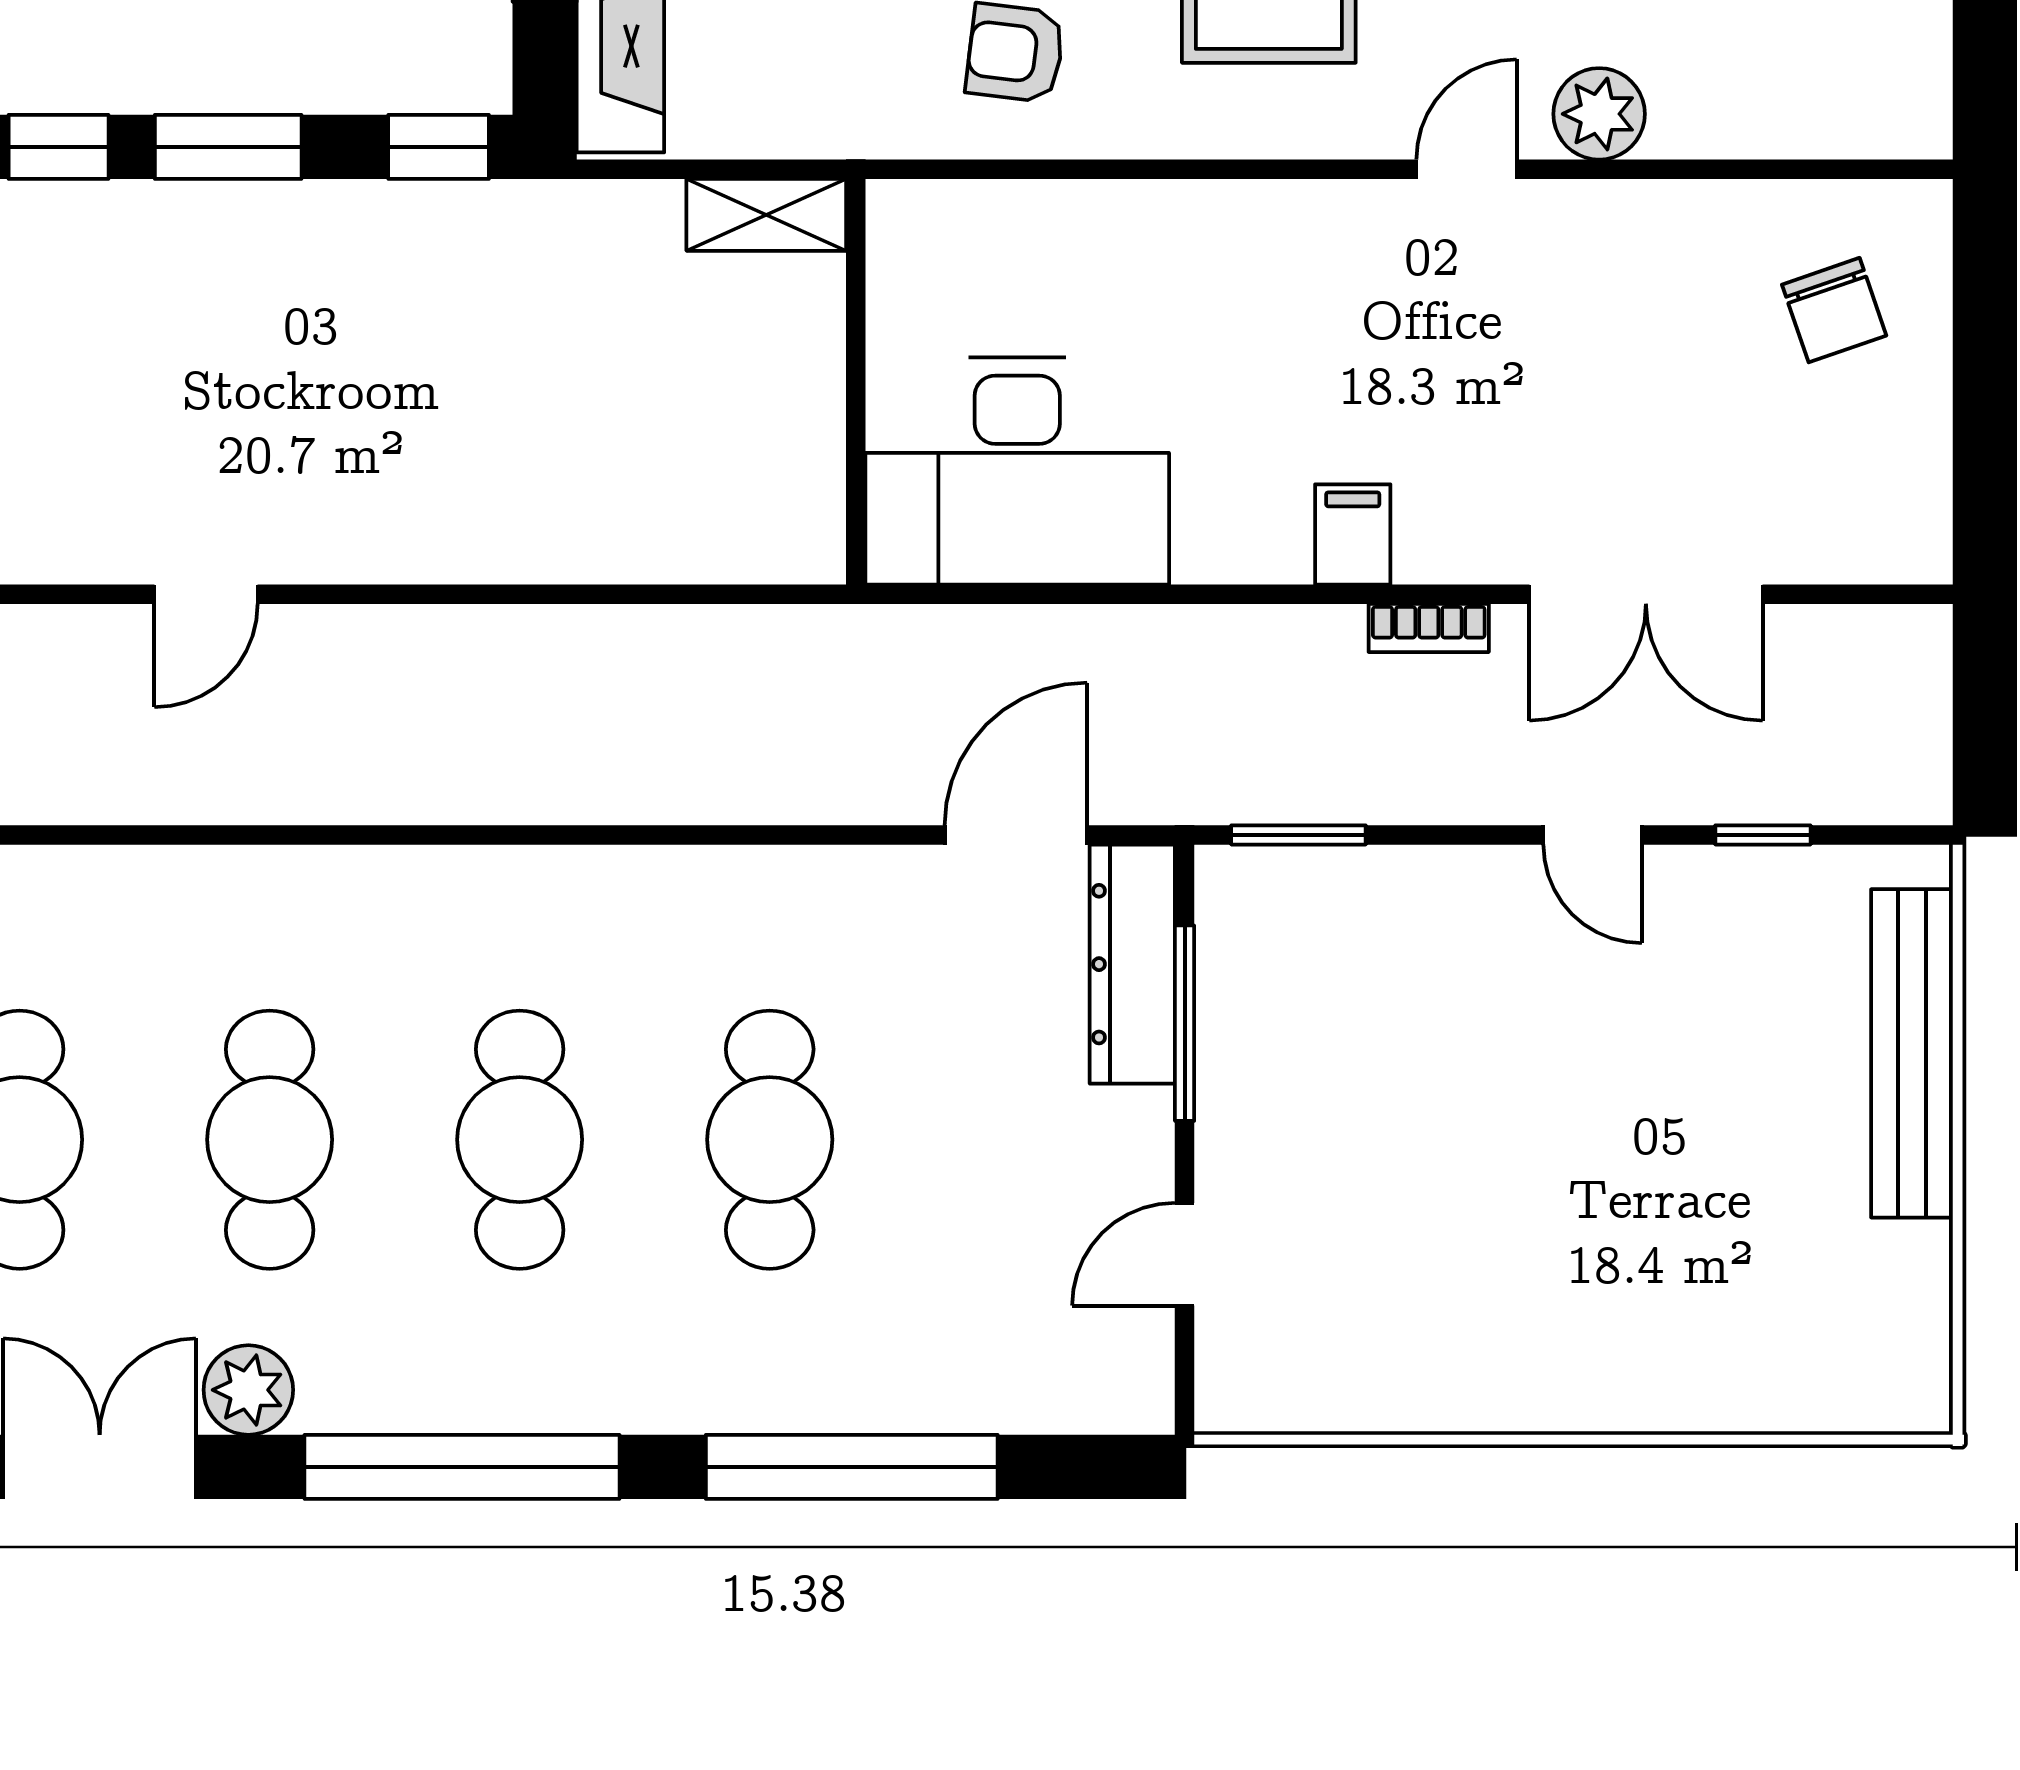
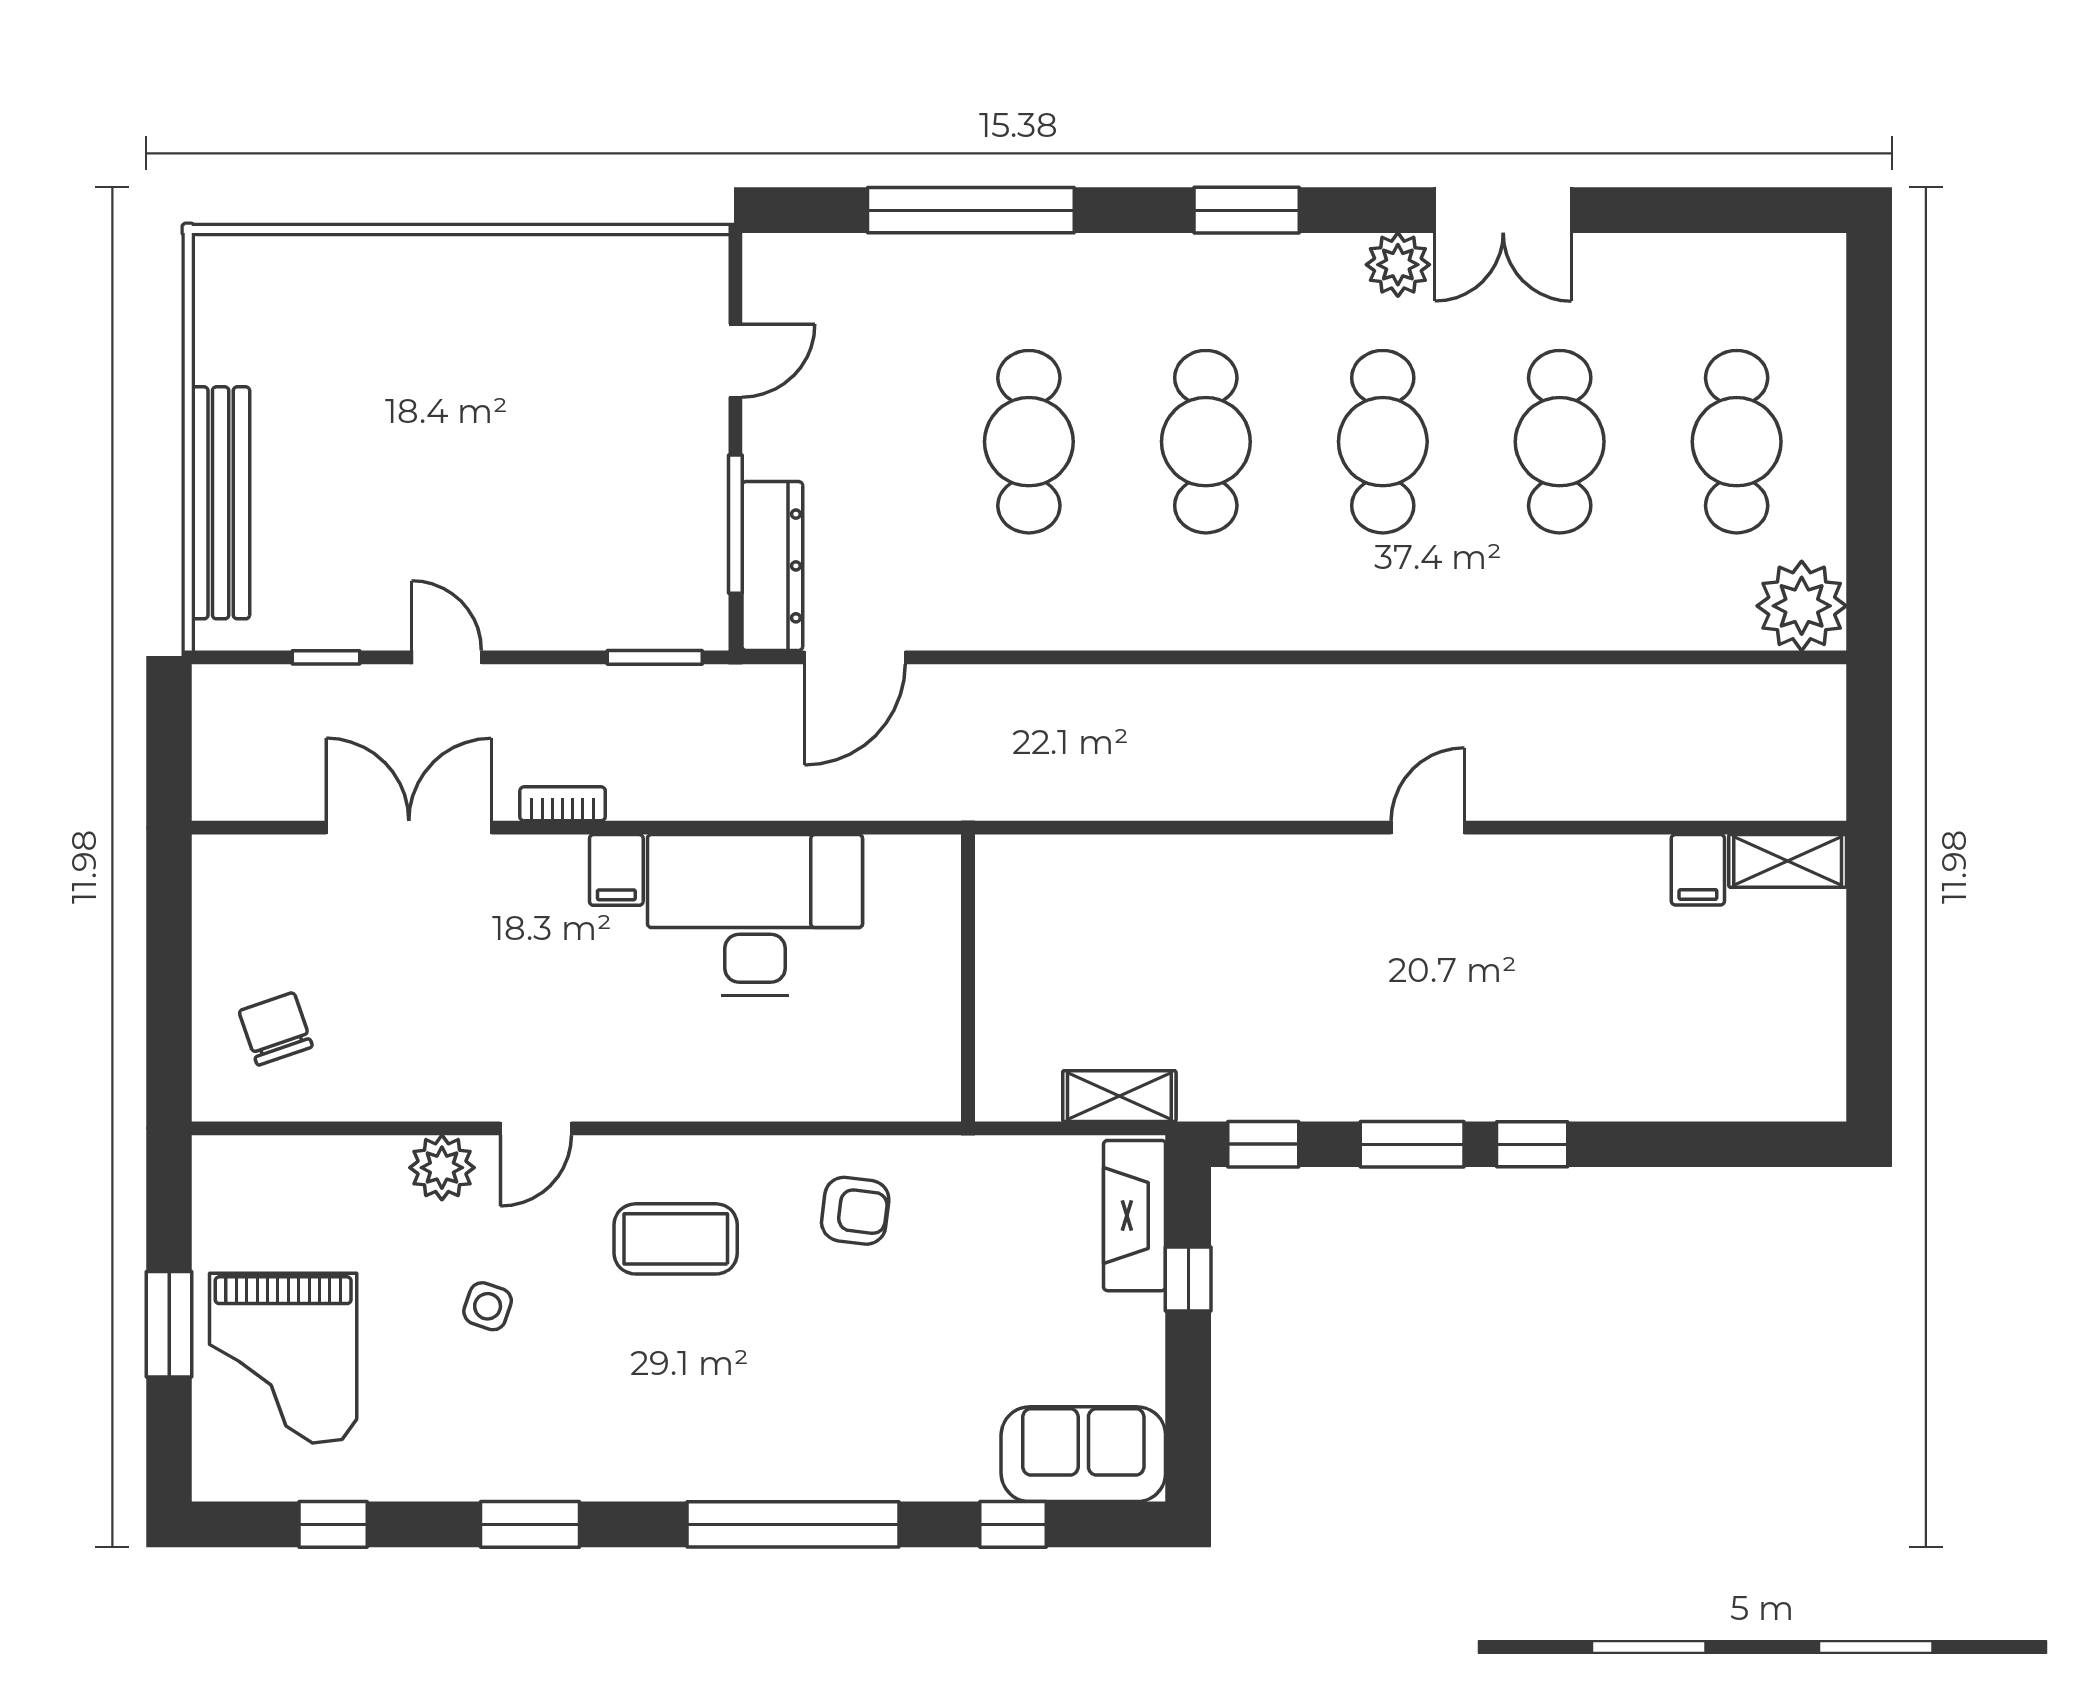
shelving: (766, 215) -> (1119, 1096), moved
desk: (1017, 471) -> (755, 915), moved
window: (462, 1467) -> (1247, 210), width x0.47

